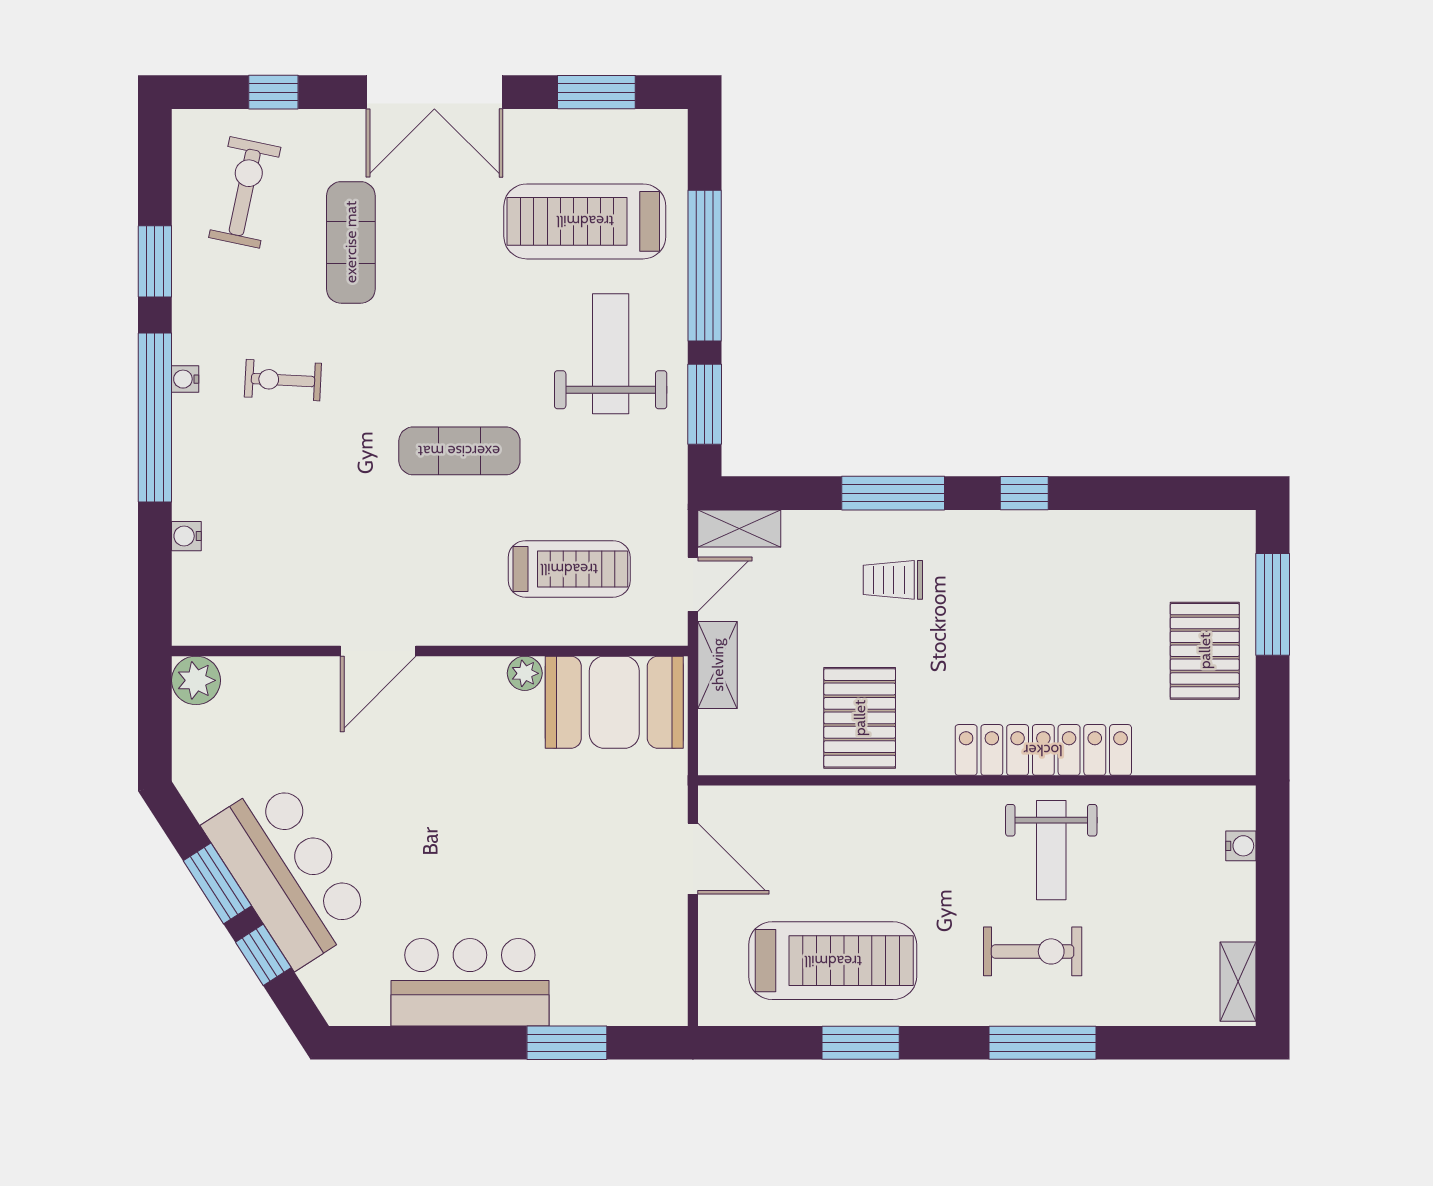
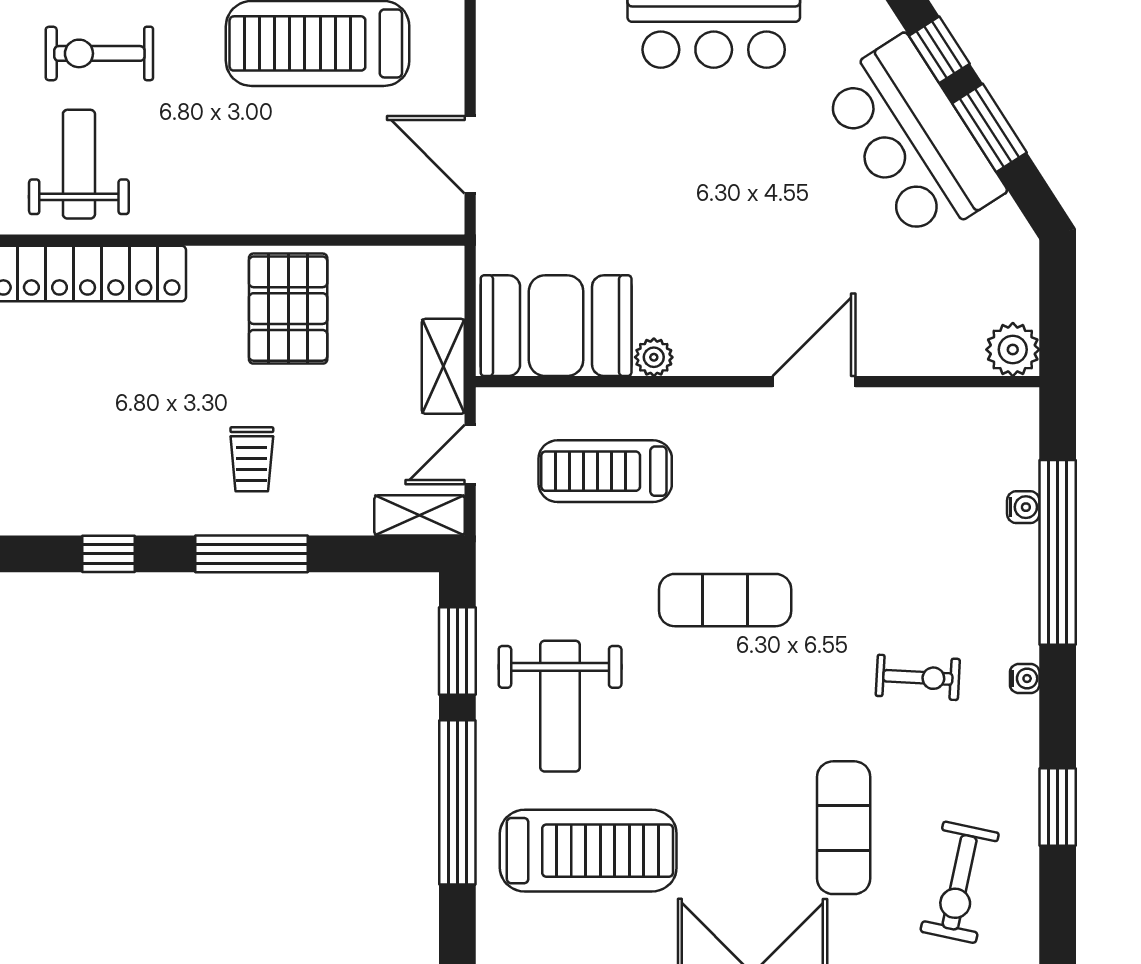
window: (155, 417) -> (1058, 552), moved
trolley: (893, 580) -> (252, 459), turned 90

